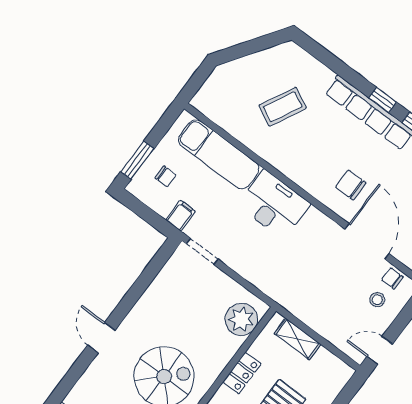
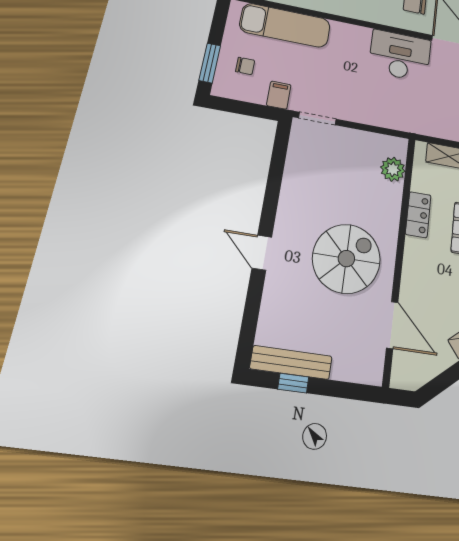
desk: (274, 204) -> (400, 56), moved
plant: (241, 319) -> (393, 169), width x0.73, depth x0.73

